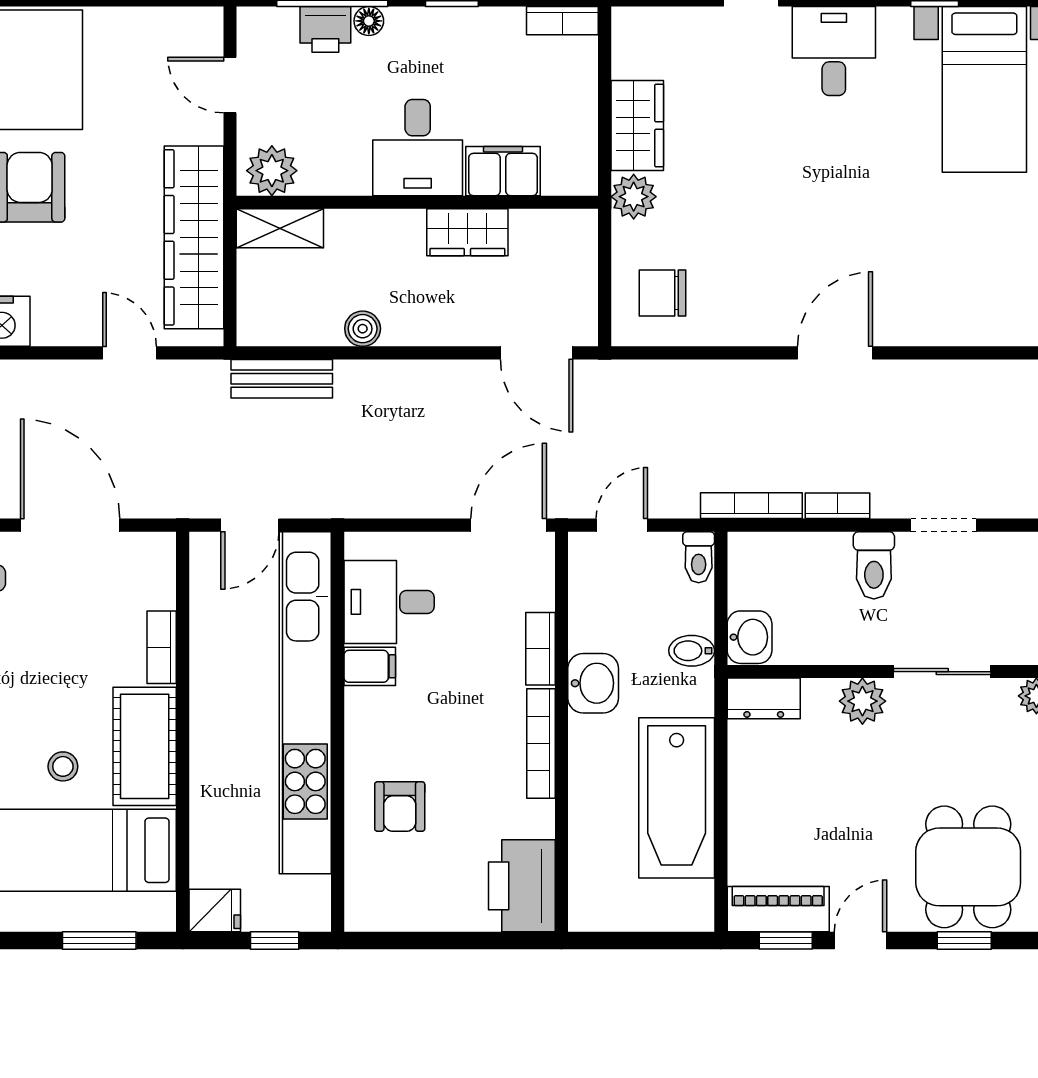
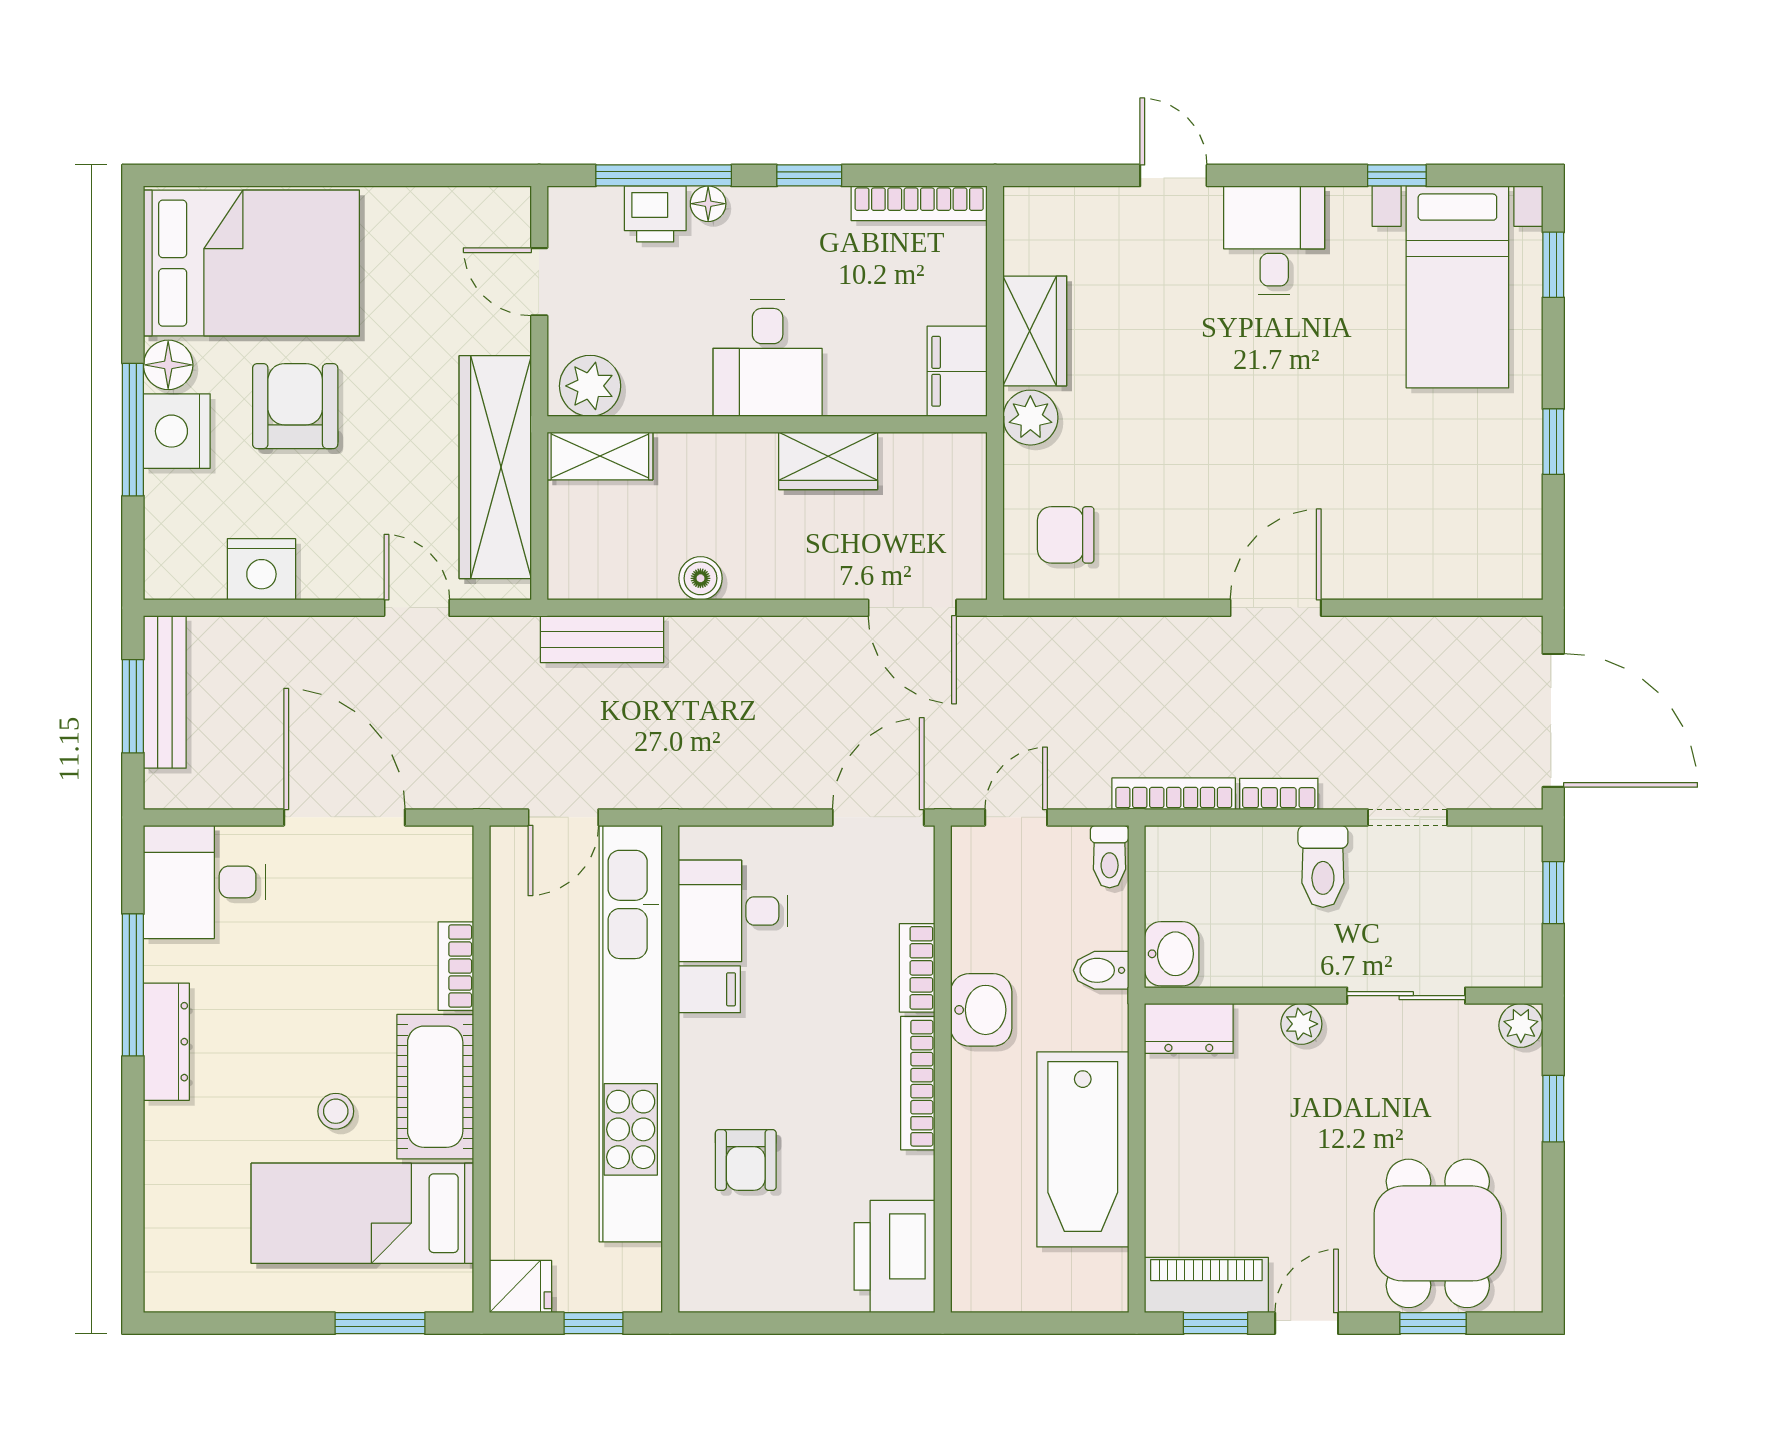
bookcase: (562, 21) -> (919, 203), width x1.56
filing cabinet: (503, 171) -> (957, 371), moved, turned -90
plant: (862, 701) -> (1301, 1024), width x0.73, depth x0.73

